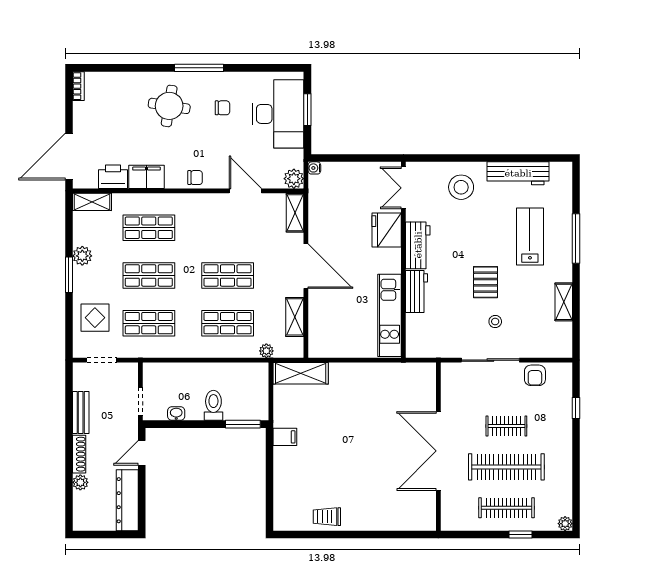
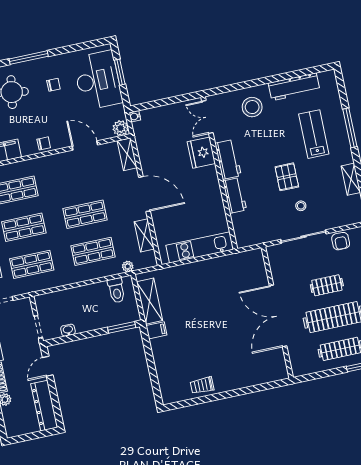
kitchen unit: (390, 315) -> (200, 247), moved, turned 90
shelving: (301, 373) -> (150, 301), moved, turned 90
toilet: (213, 405) -> (116, 290), moved, turned 180

